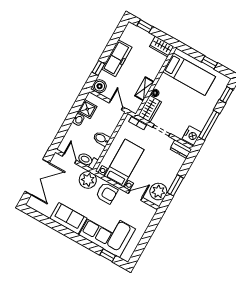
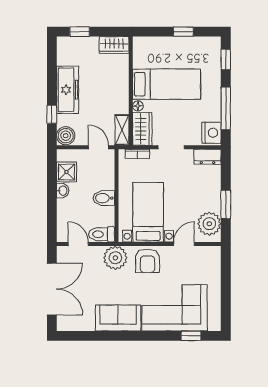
bed: (189, 74) -> (167, 84), moved
shelving: (144, 89) -> (122, 130), moved
armchair: (107, 193) -> (147, 261), turned 90

